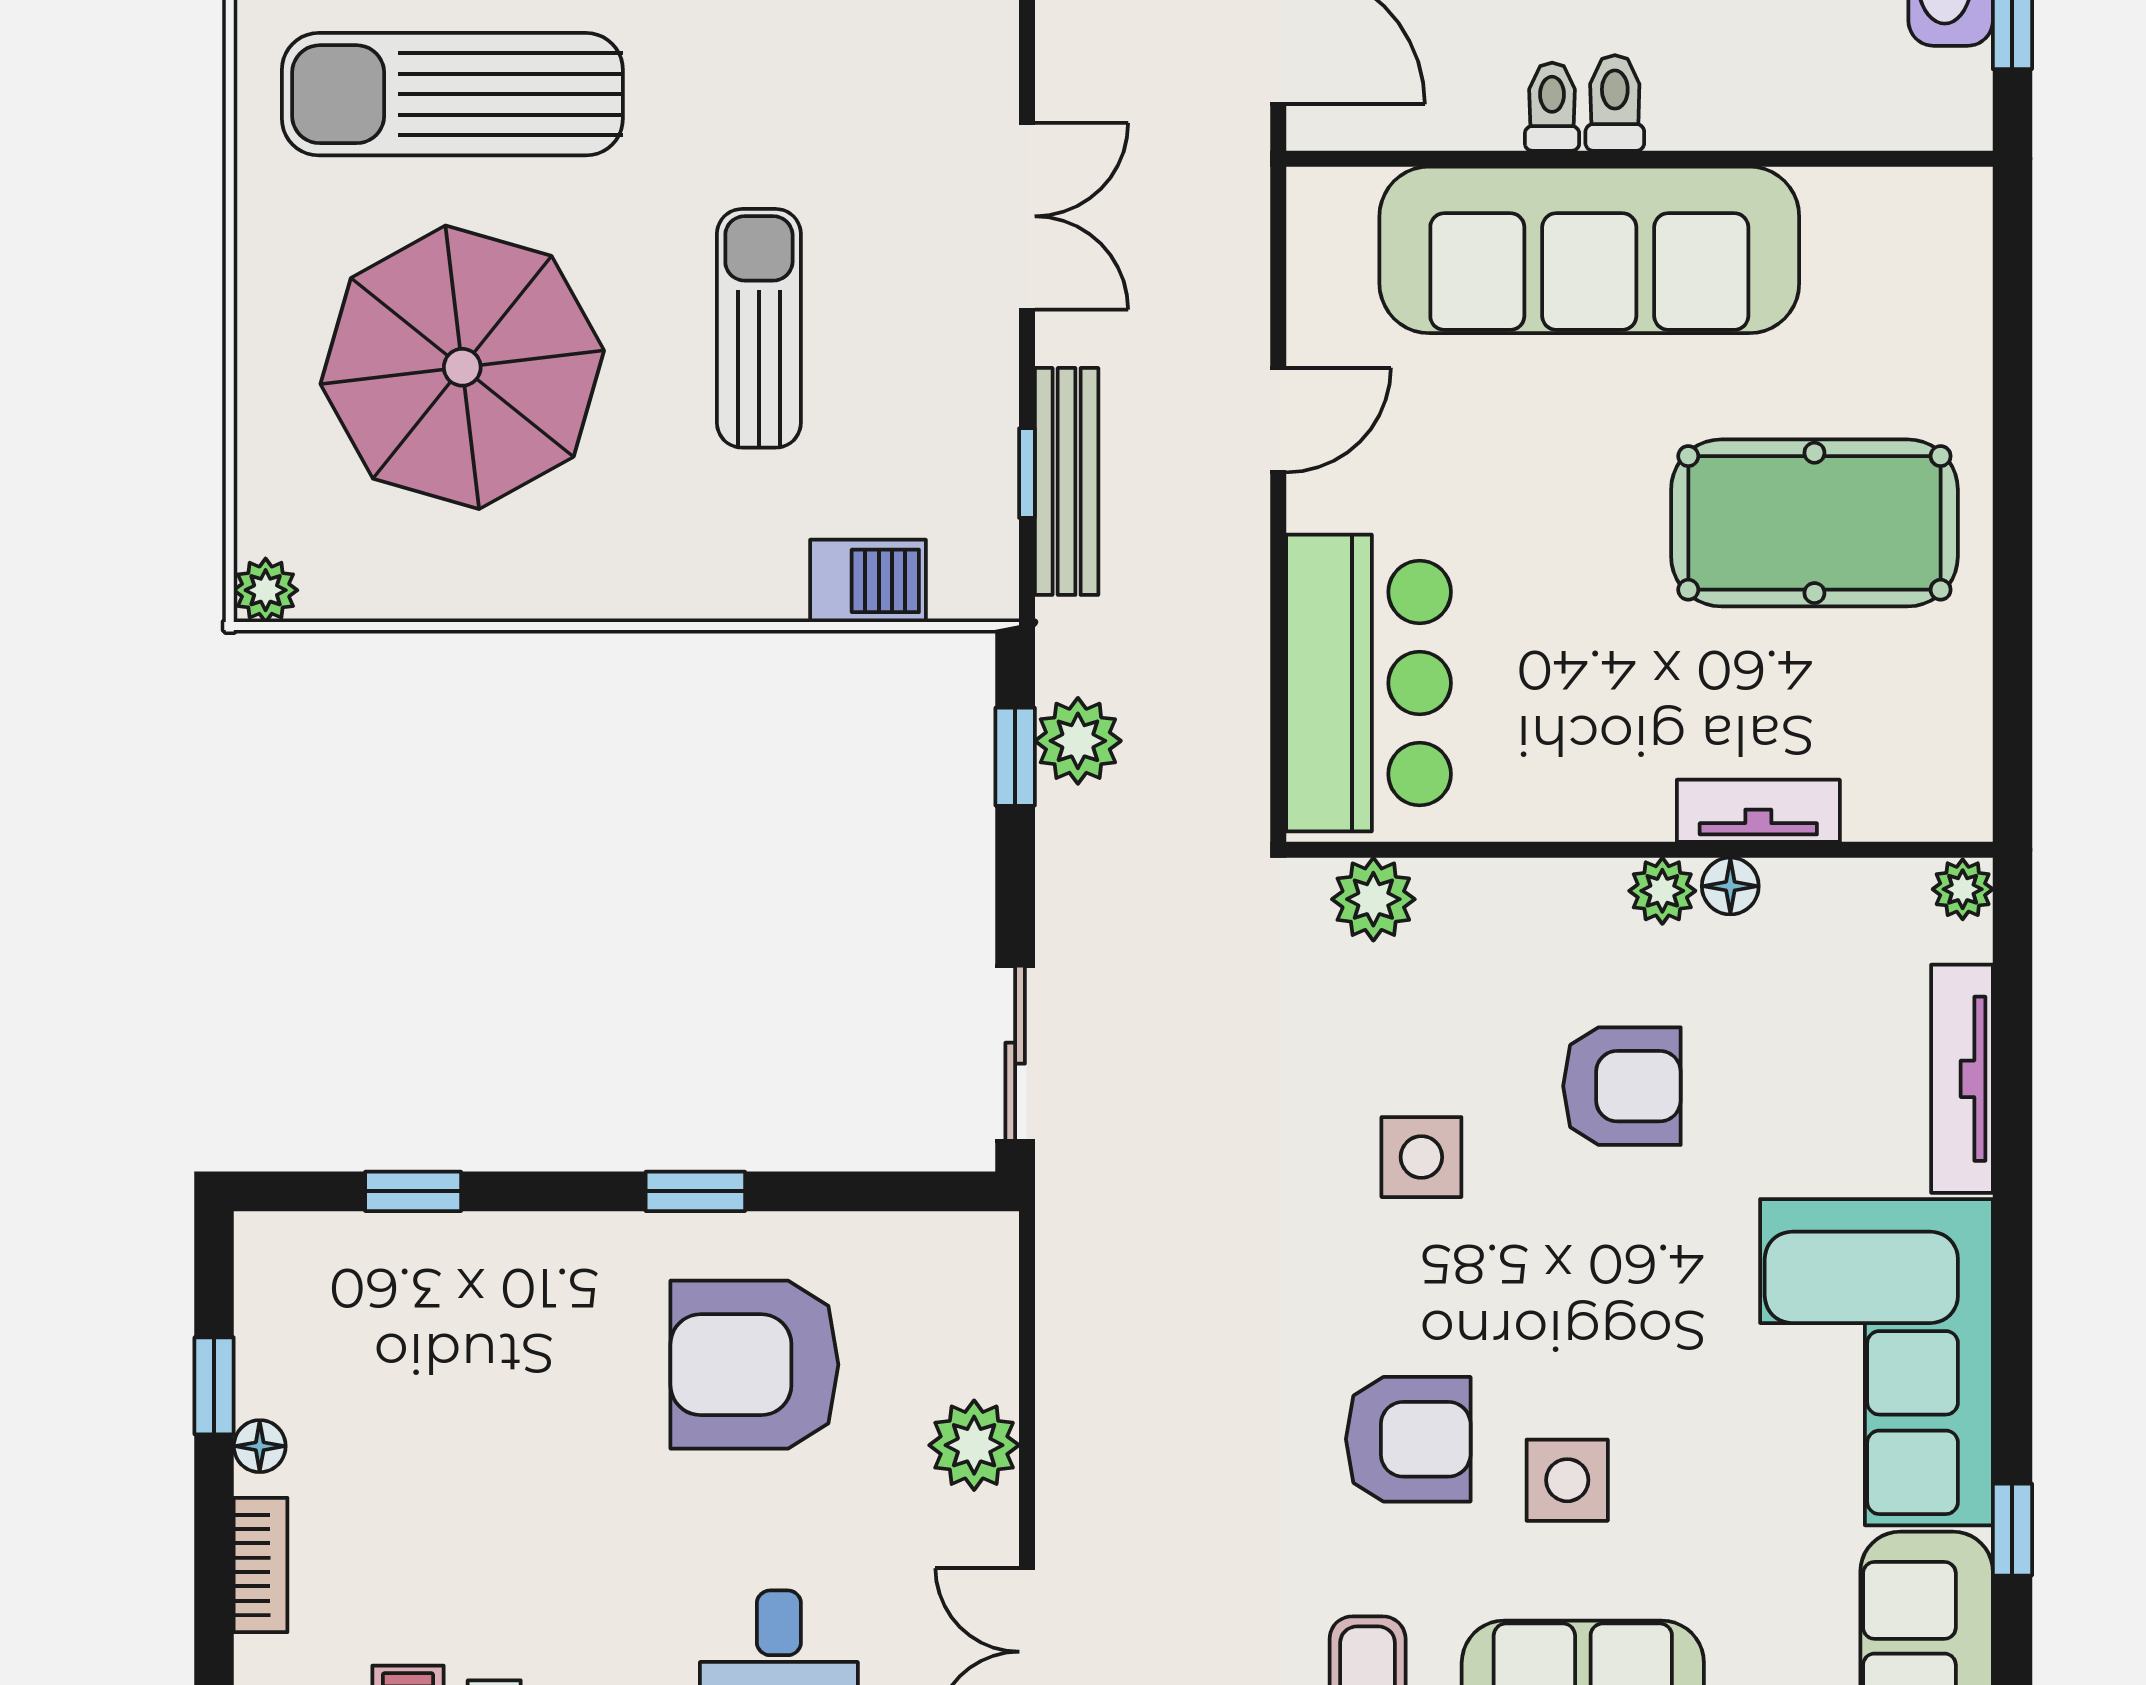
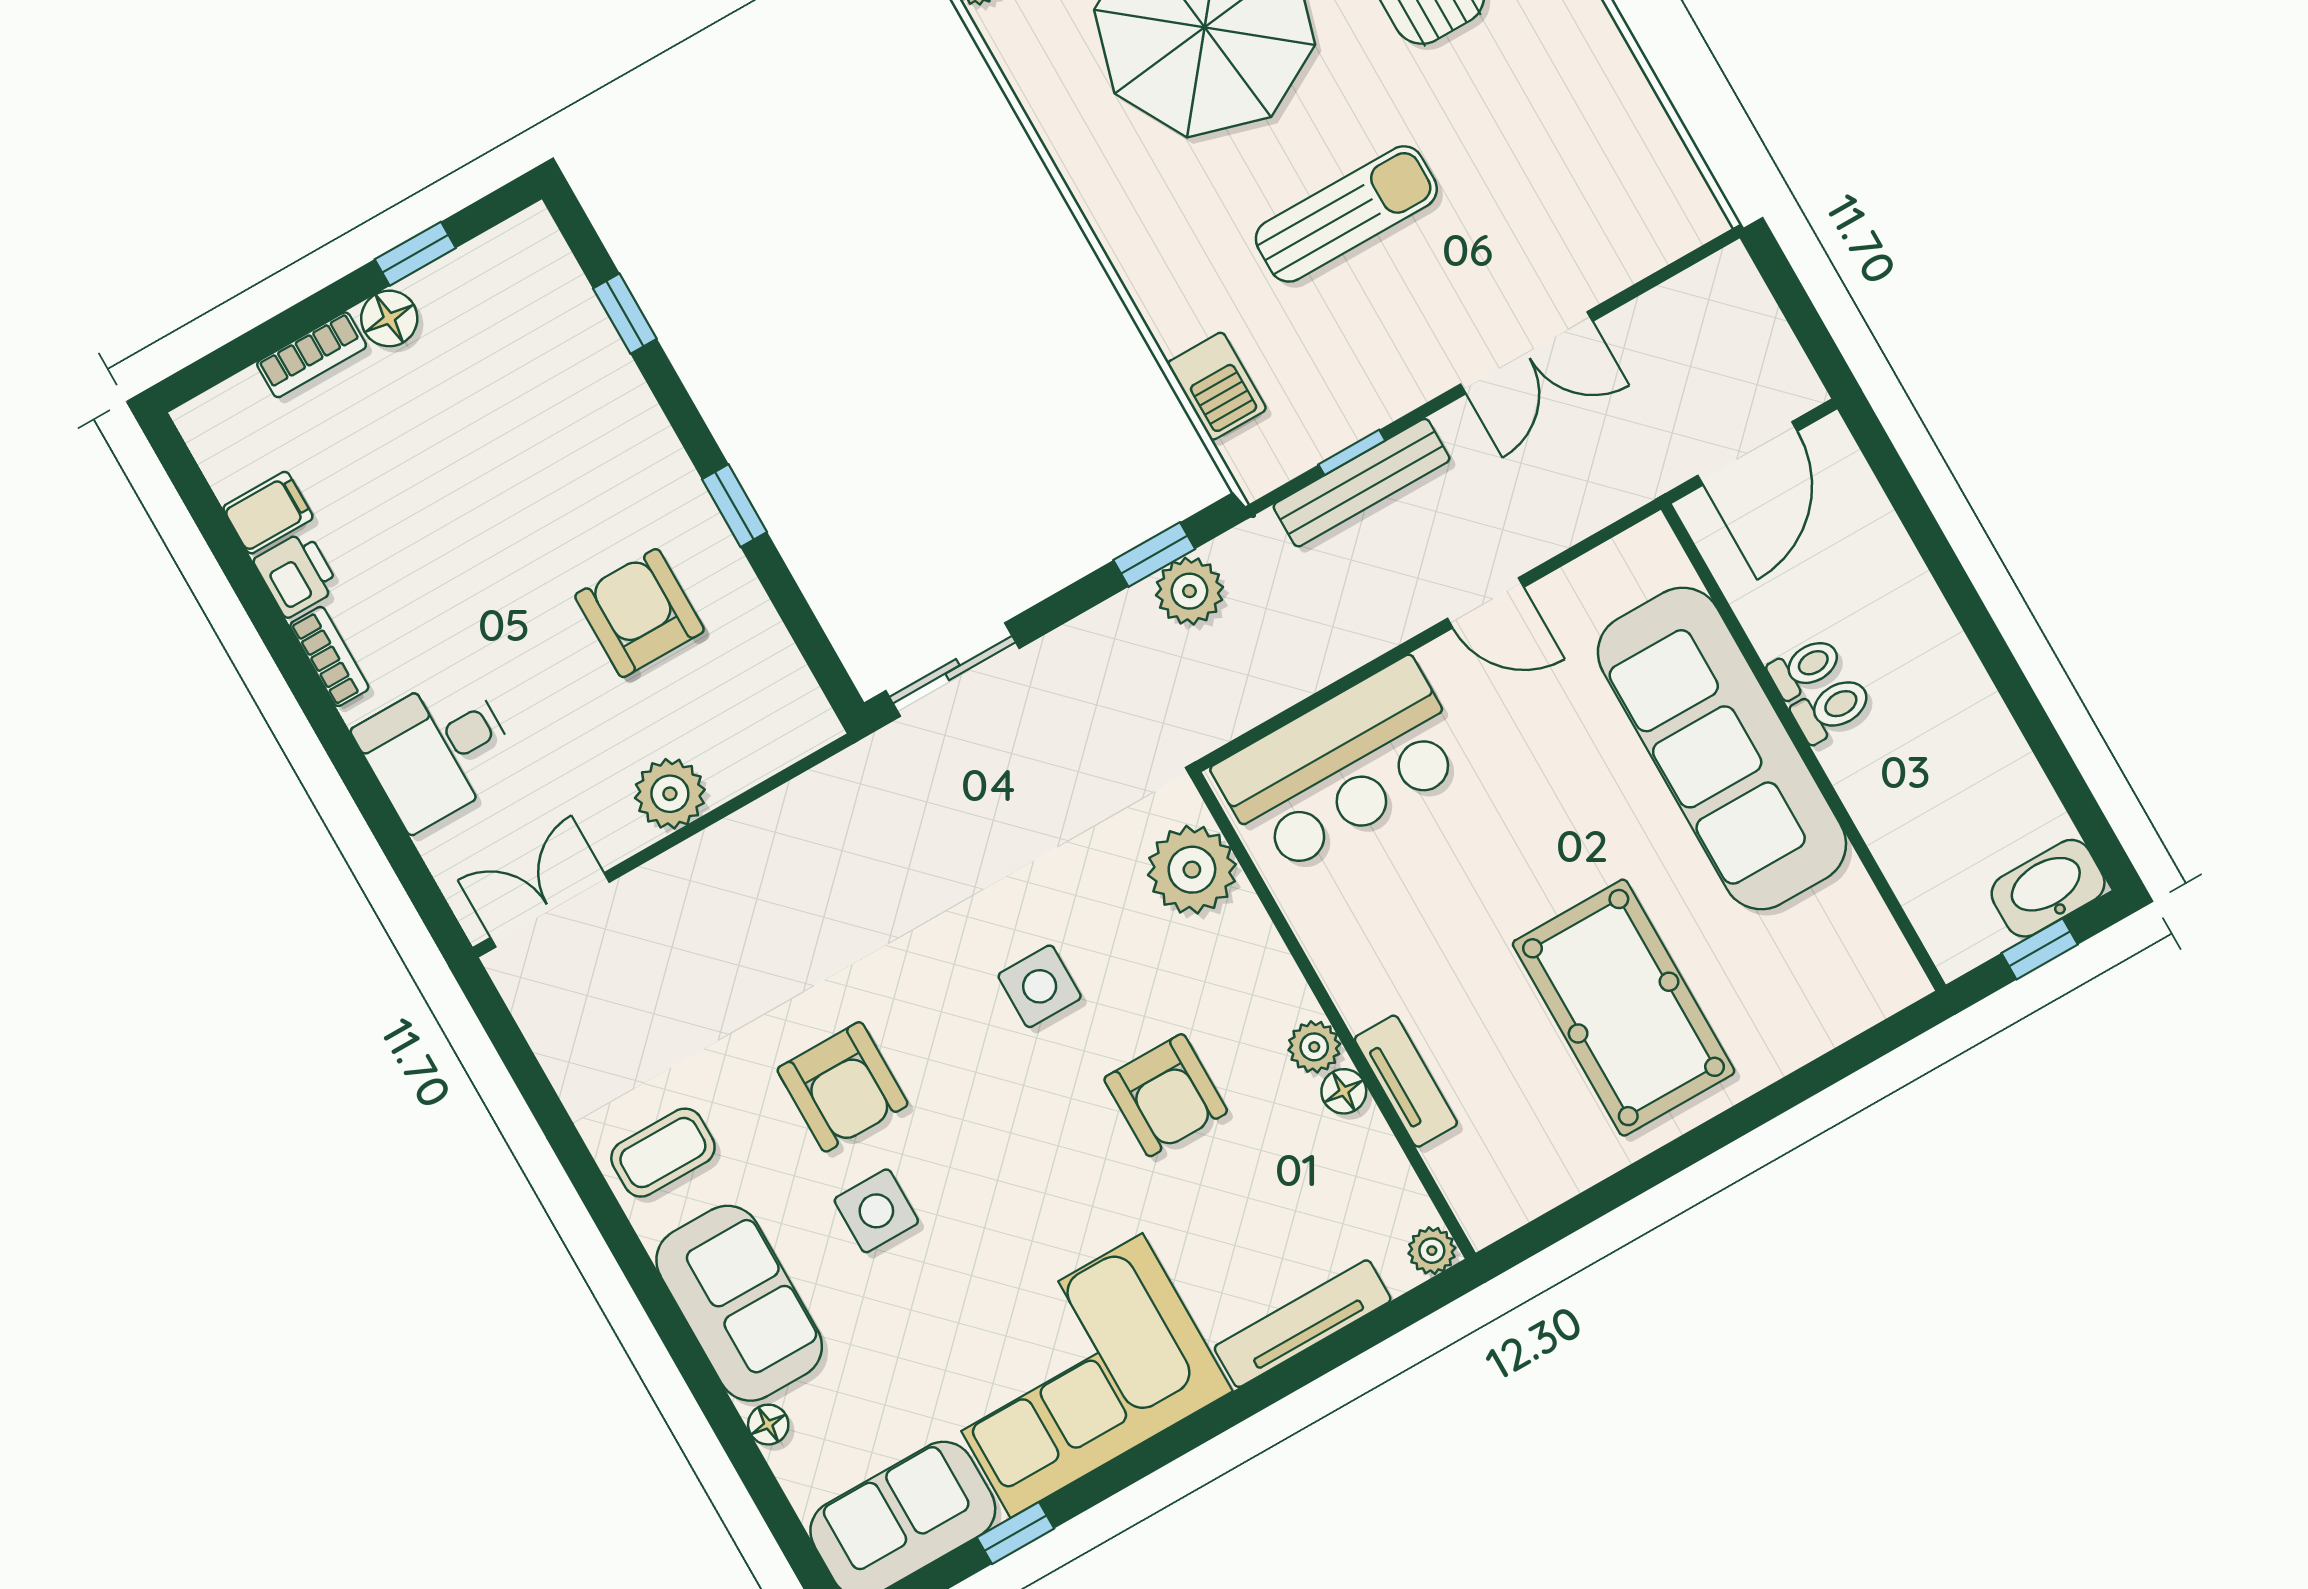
plant: (1373, 899) -> (1192, 870), width x1.36, depth x1.36
armchair: (754, 1365) -> (640, 613), width x0.73, depth x0.73
floor lamp: (260, 1446) -> (389, 318), width x1.37, depth x1.37

